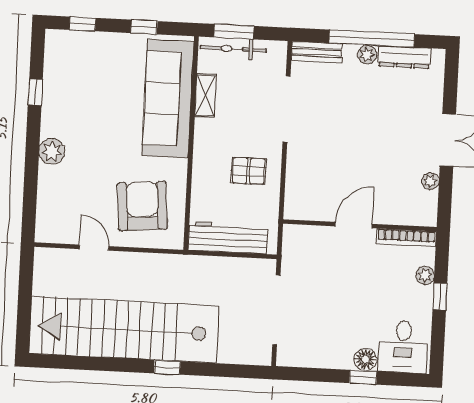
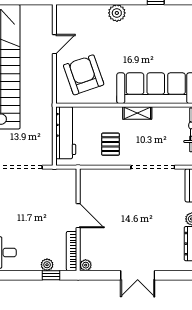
shelving: (205, 96) -> (137, 113), moved
plant: (430, 181) -> (86, 265), moved
armchair: (142, 206) -> (84, 75), turned -104
window: (440, 296) -> (51, 275), moved

